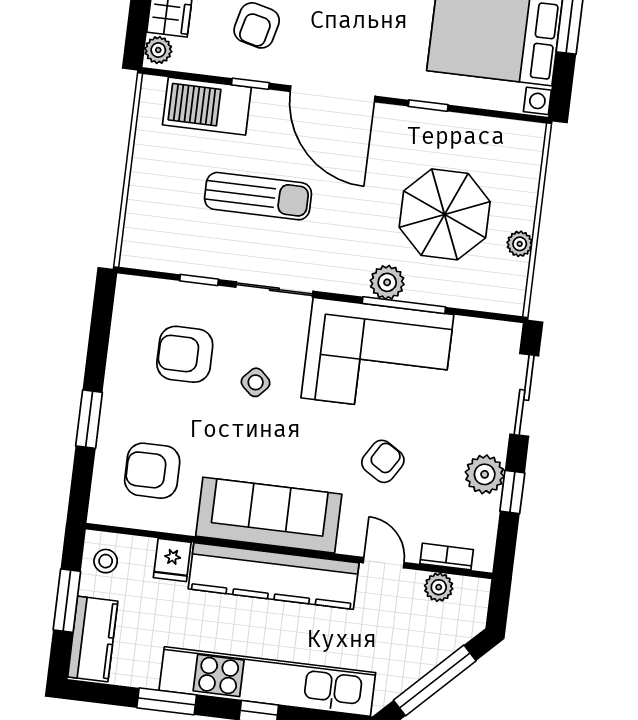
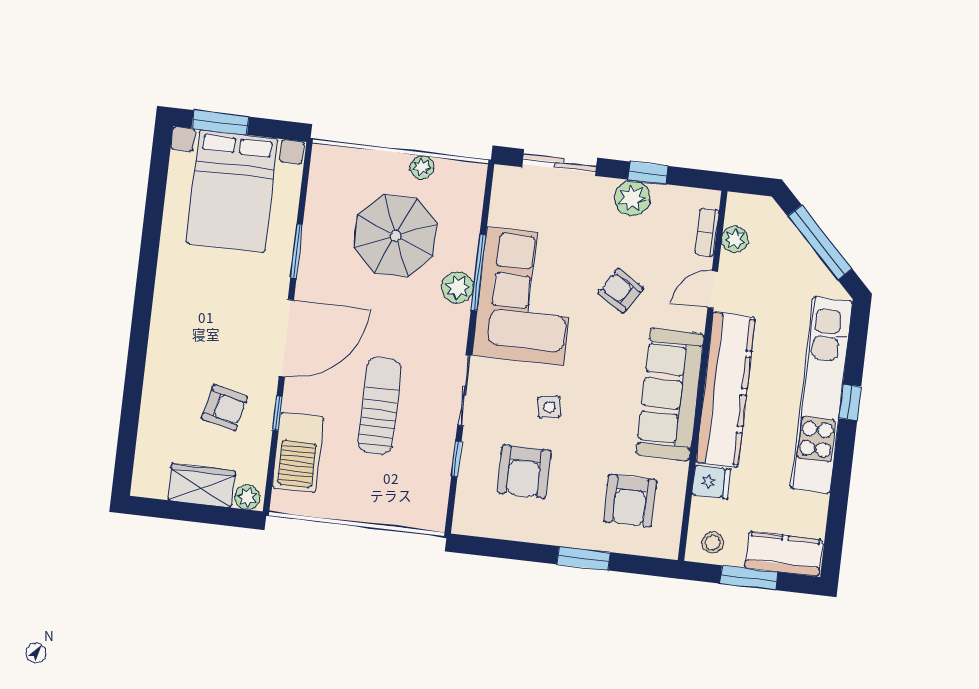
window: (428, 106) -> (297, 251), width x1.50
side table: (256, 382) -> (549, 407), turned 38
window: (167, 701) -> (840, 486), removed

